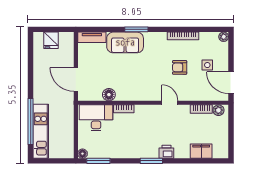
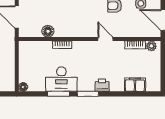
desk: (96, 118) -> (61, 79), moved, turned 180
window: (98, 161) -> (59, 94), moved

